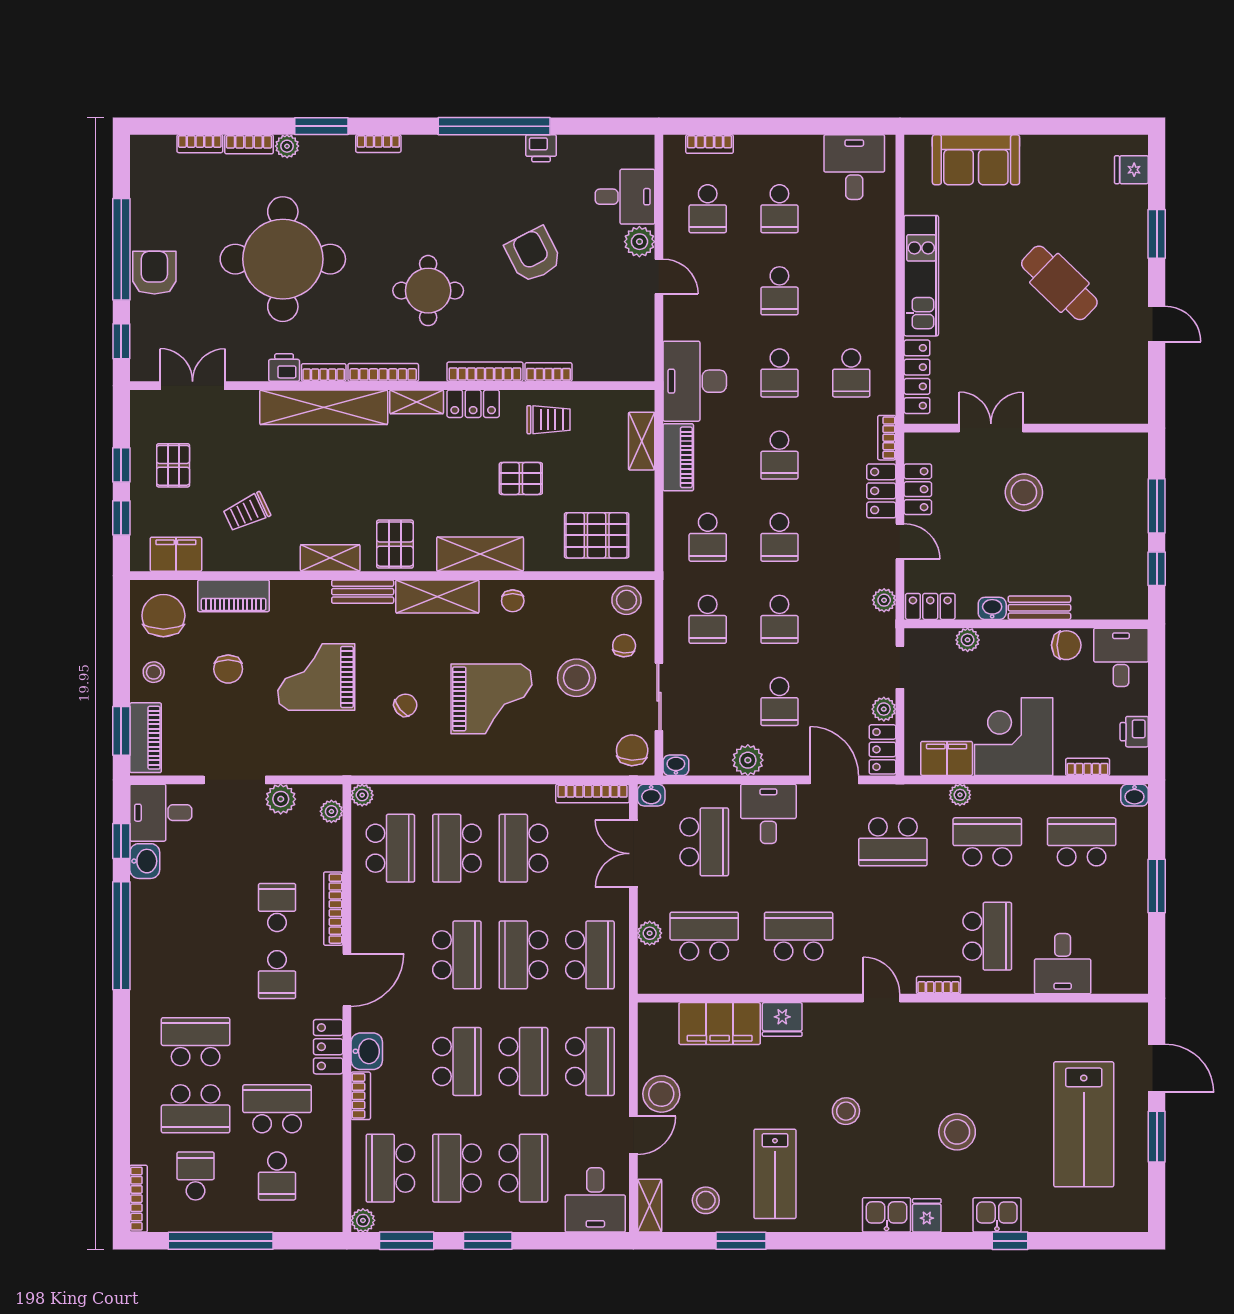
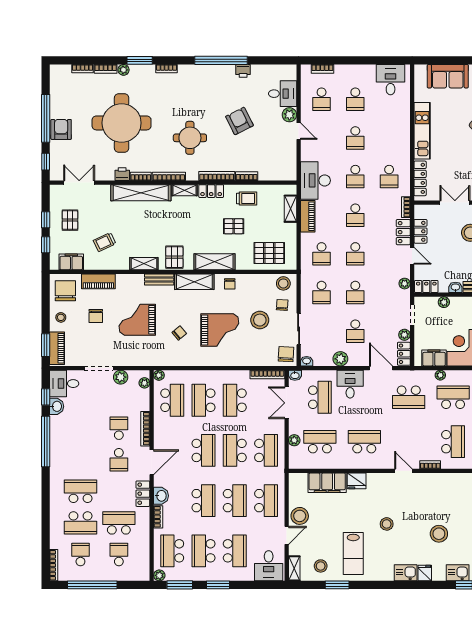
school desk: (277, 1176) -> (119, 554), turned 180

